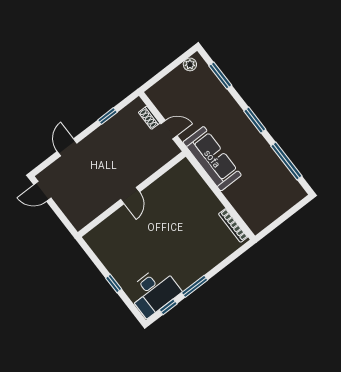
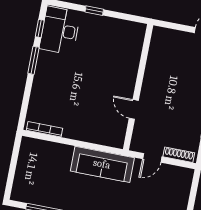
shoe rack: (149, 118) -> (179, 155), width x1.43
door: (130, 196) -> (134, 109), moved

